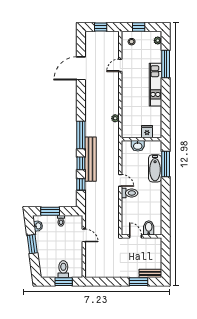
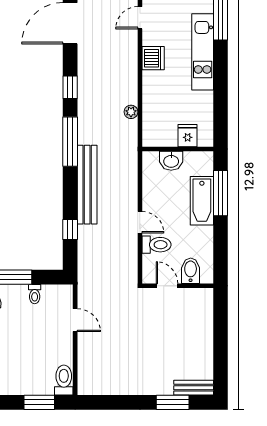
dishwasher: (128, 88) -> (153, 58), added
window: (81, 163) -> (70, 87), moved
bidet: (149, 228) -> (191, 271), moved
door: (135, 236) -> (167, 286), moved
wall: (141, 236) -> (178, 286), moved
toilet: (63, 269) -> (64, 380), moved

